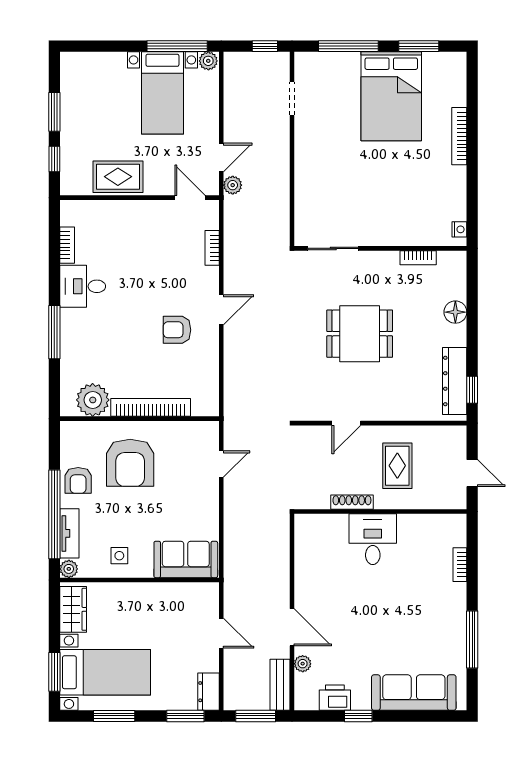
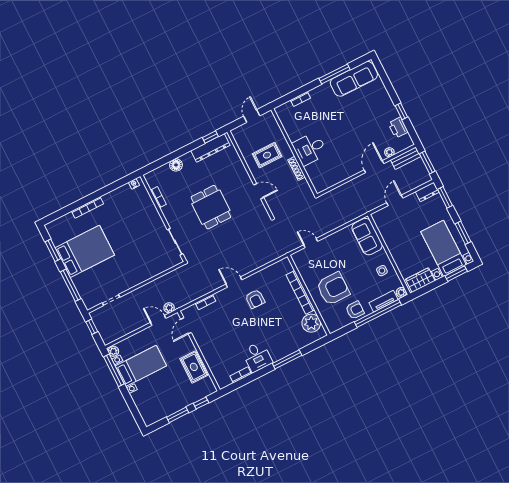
sofa: (414, 693) -> (354, 79), moved, turned -90

